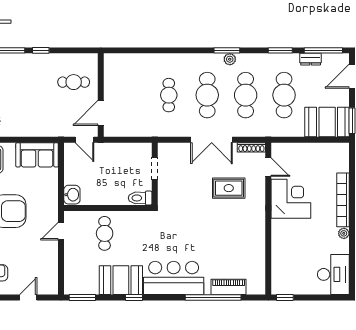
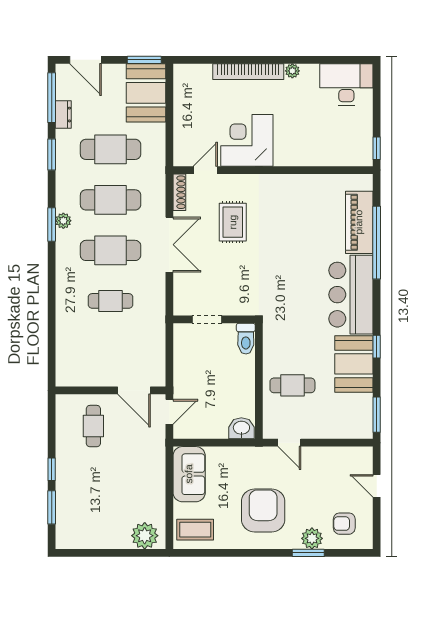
piano: (229, 287) -> (359, 222), width x1.37, depth x1.33

